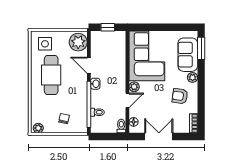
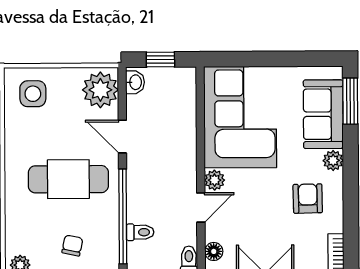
cafe table: (51, 75) -> (68, 179), moved, turned 90
washbasin: (95, 84) -> (135, 82), moved
armchair: (180, 96) -> (308, 199), turned 81

